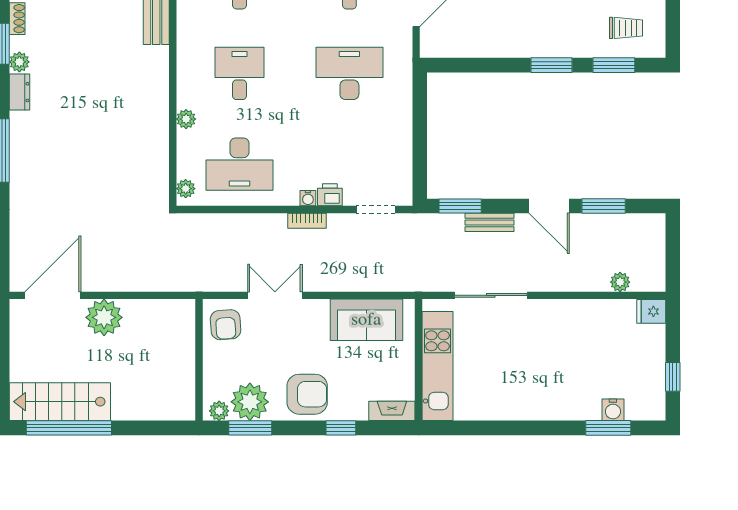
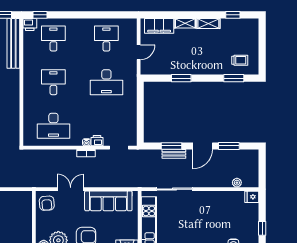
window: (551, 65) -> (181, 78), moved
desk: (349, 73) -> (106, 82), turned 180
plant: (186, 119) -> (28, 104), removed
plant: (186, 189) -> (28, 138), removed
window: (460, 206) -> (172, 146), moved
door: (549, 206) -> (203, 146), hinge flipped
sofa: (366, 320) -> (108, 201), width x1.36

